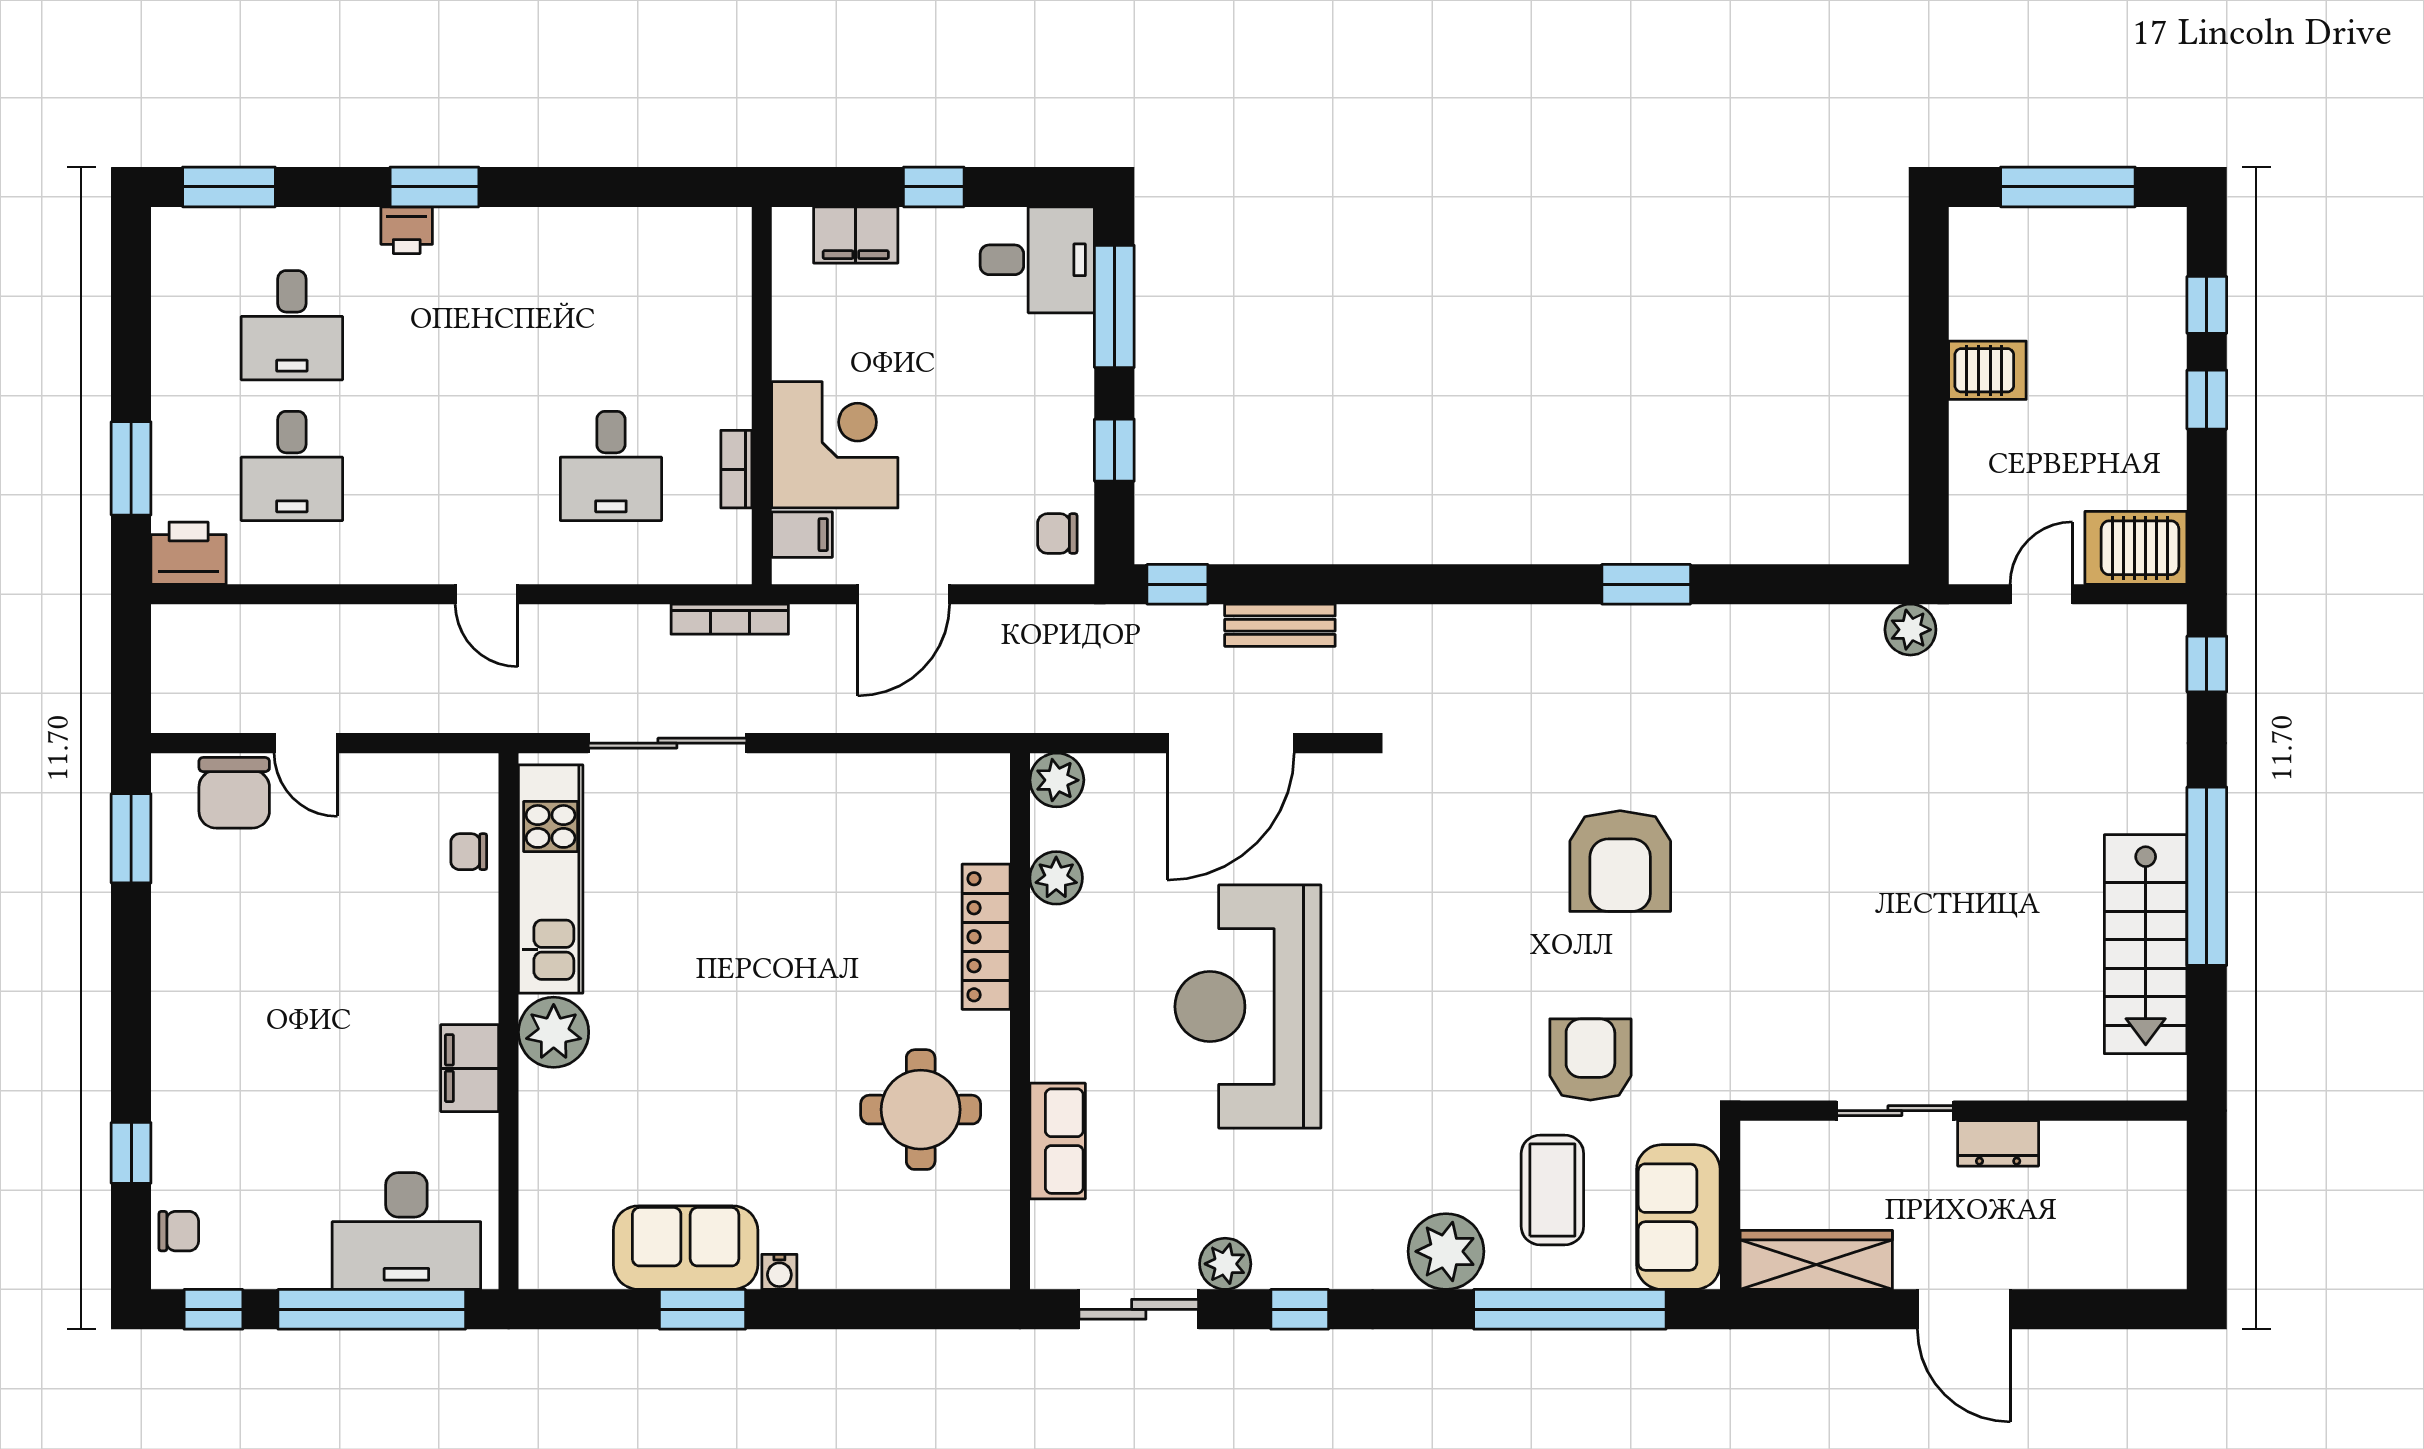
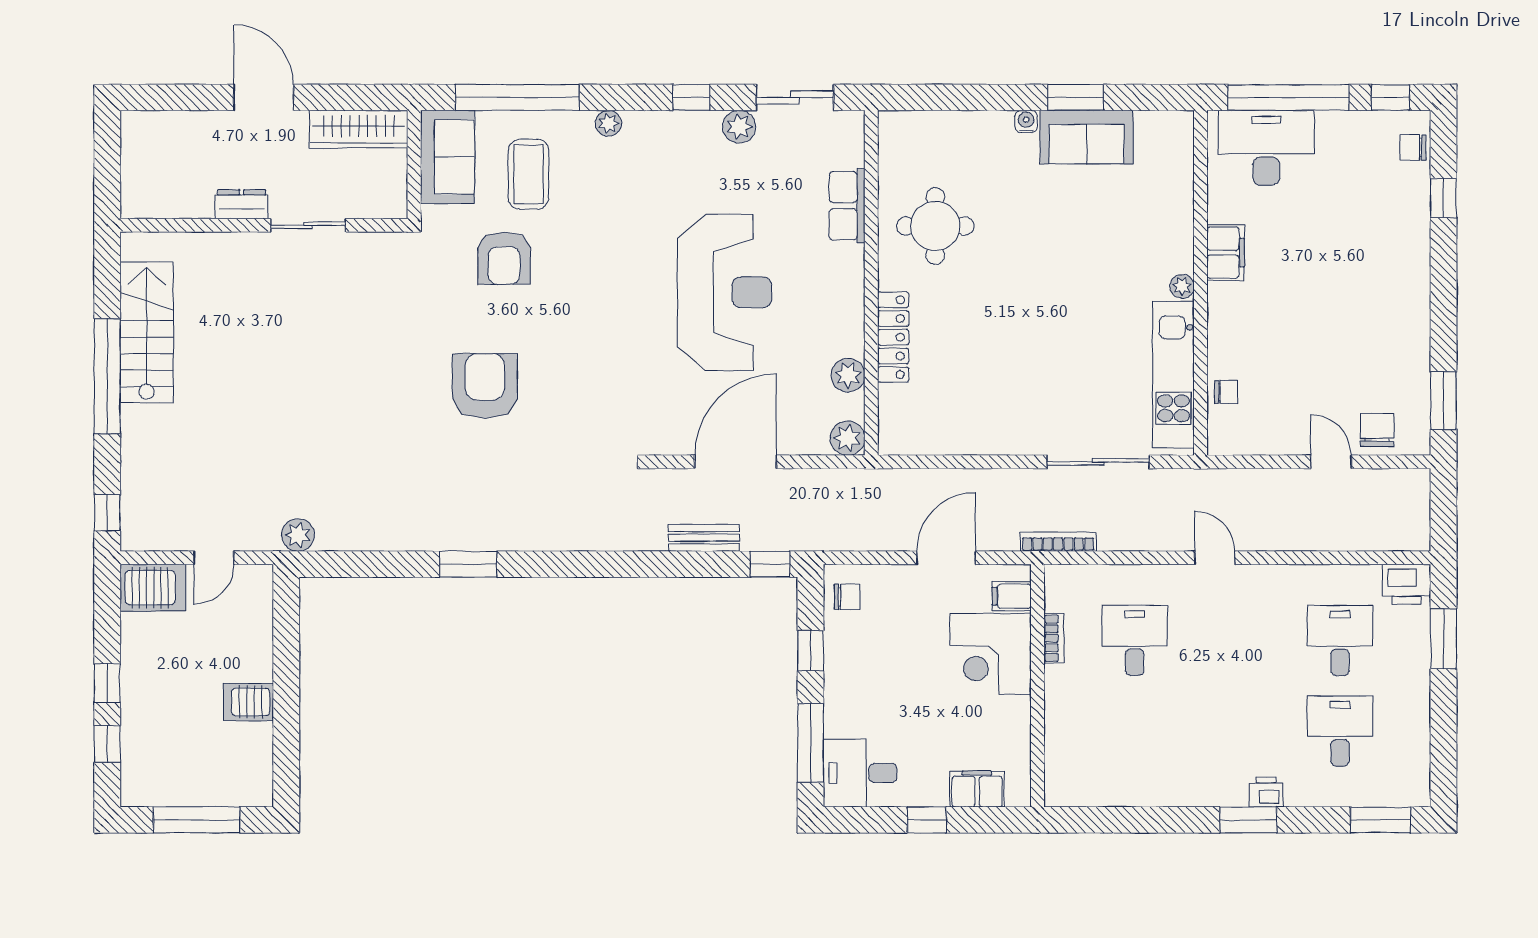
chair: (234, 793) -> (1377, 430), width x0.73, depth x0.73
plant: (554, 1032) -> (1182, 286), width x0.53, depth x0.53
plant: (1446, 1251) -> (608, 123), width x0.53, depth x0.53

